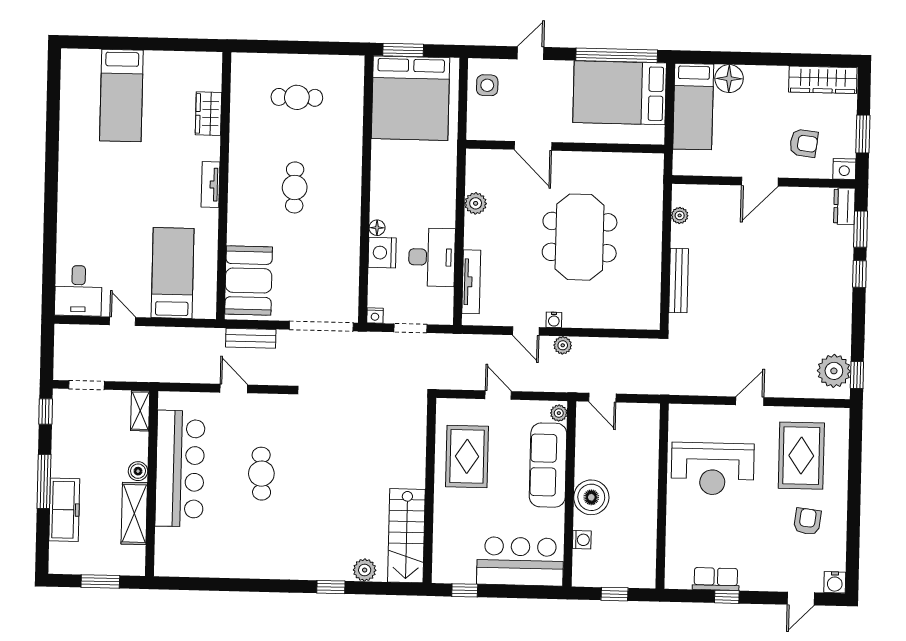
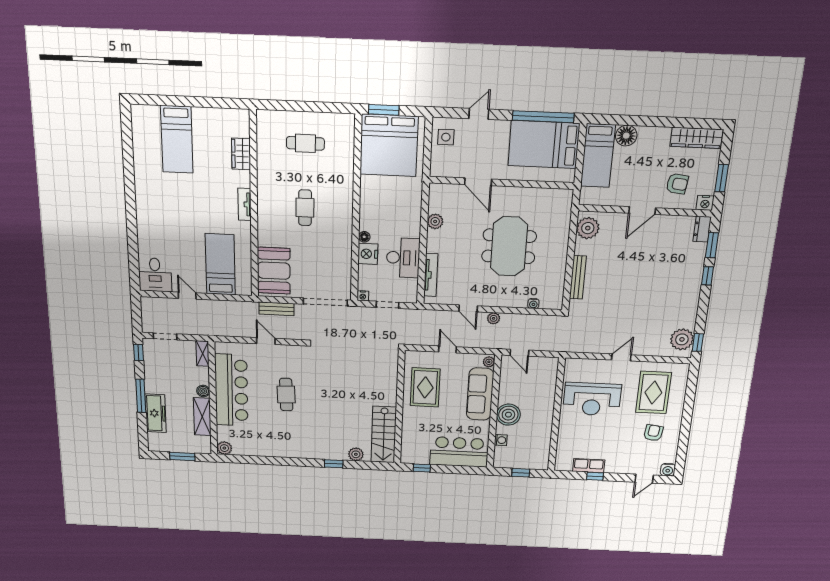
plant: (680, 215) -> (588, 228), width x1.88, depth x1.88
water cooler: (554, 320) -> (533, 304), moved
plant: (165, 565) -> (224, 448), added

